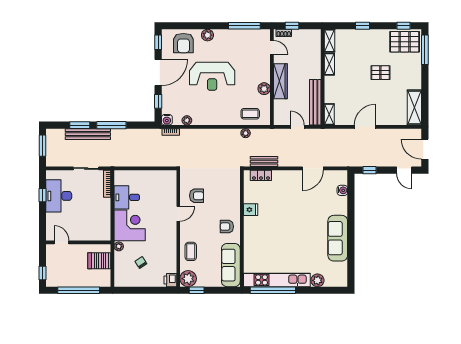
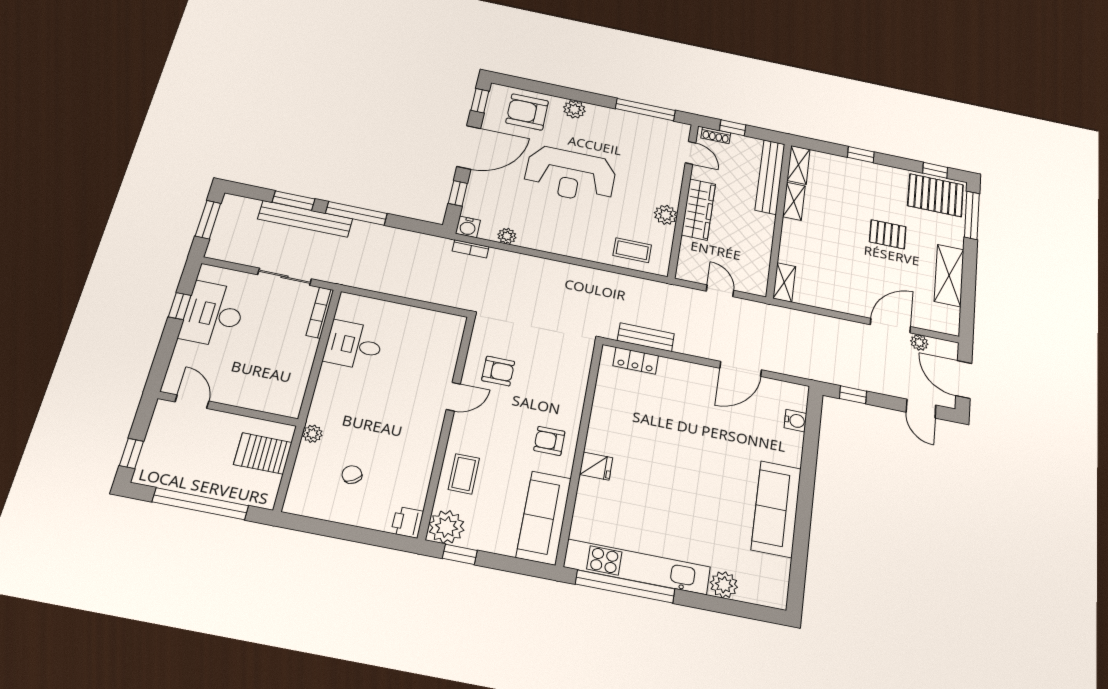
armchair: (183, 43) -> (527, 112), turned 90
bench: (315, 102) -> (770, 177), moved
shelving: (414, 107) -> (949, 275), moved
door: (365, 127) -> (890, 326), moved
plant: (246, 133) -> (919, 343), moved
fridge: (251, 210) -> (596, 466), moved
corner desk: (130, 225) -> (346, 398), removed

